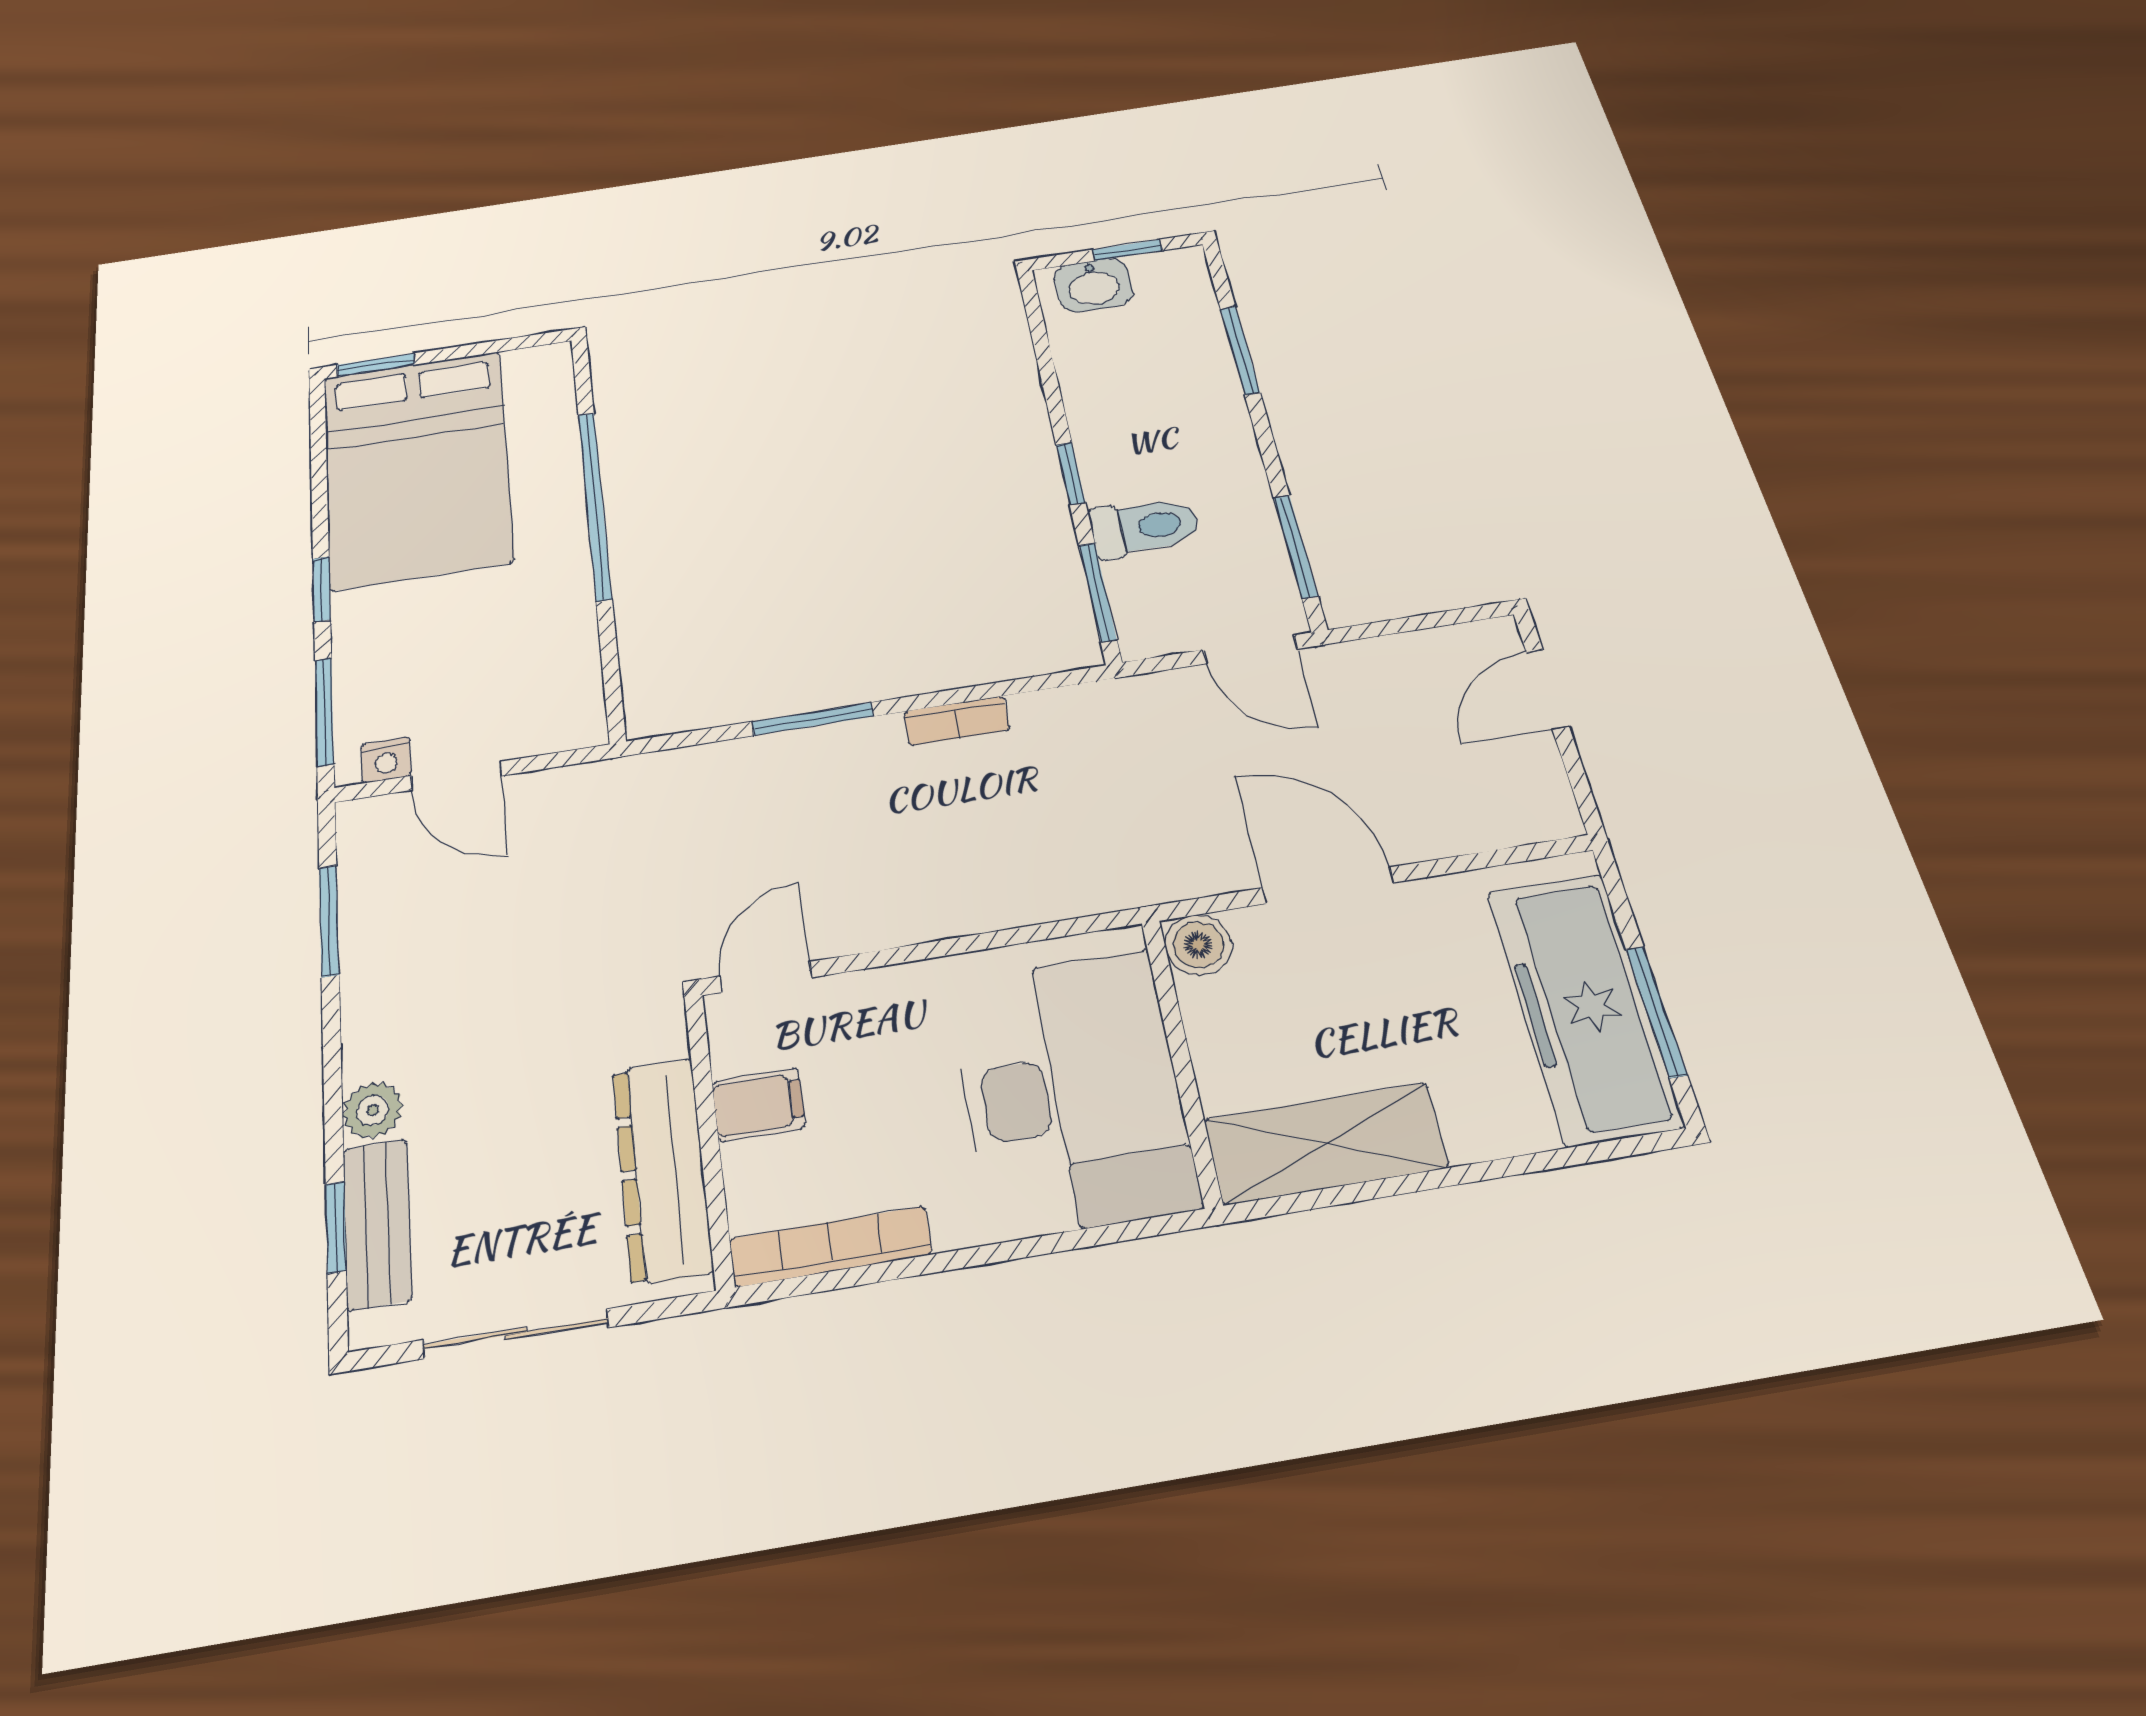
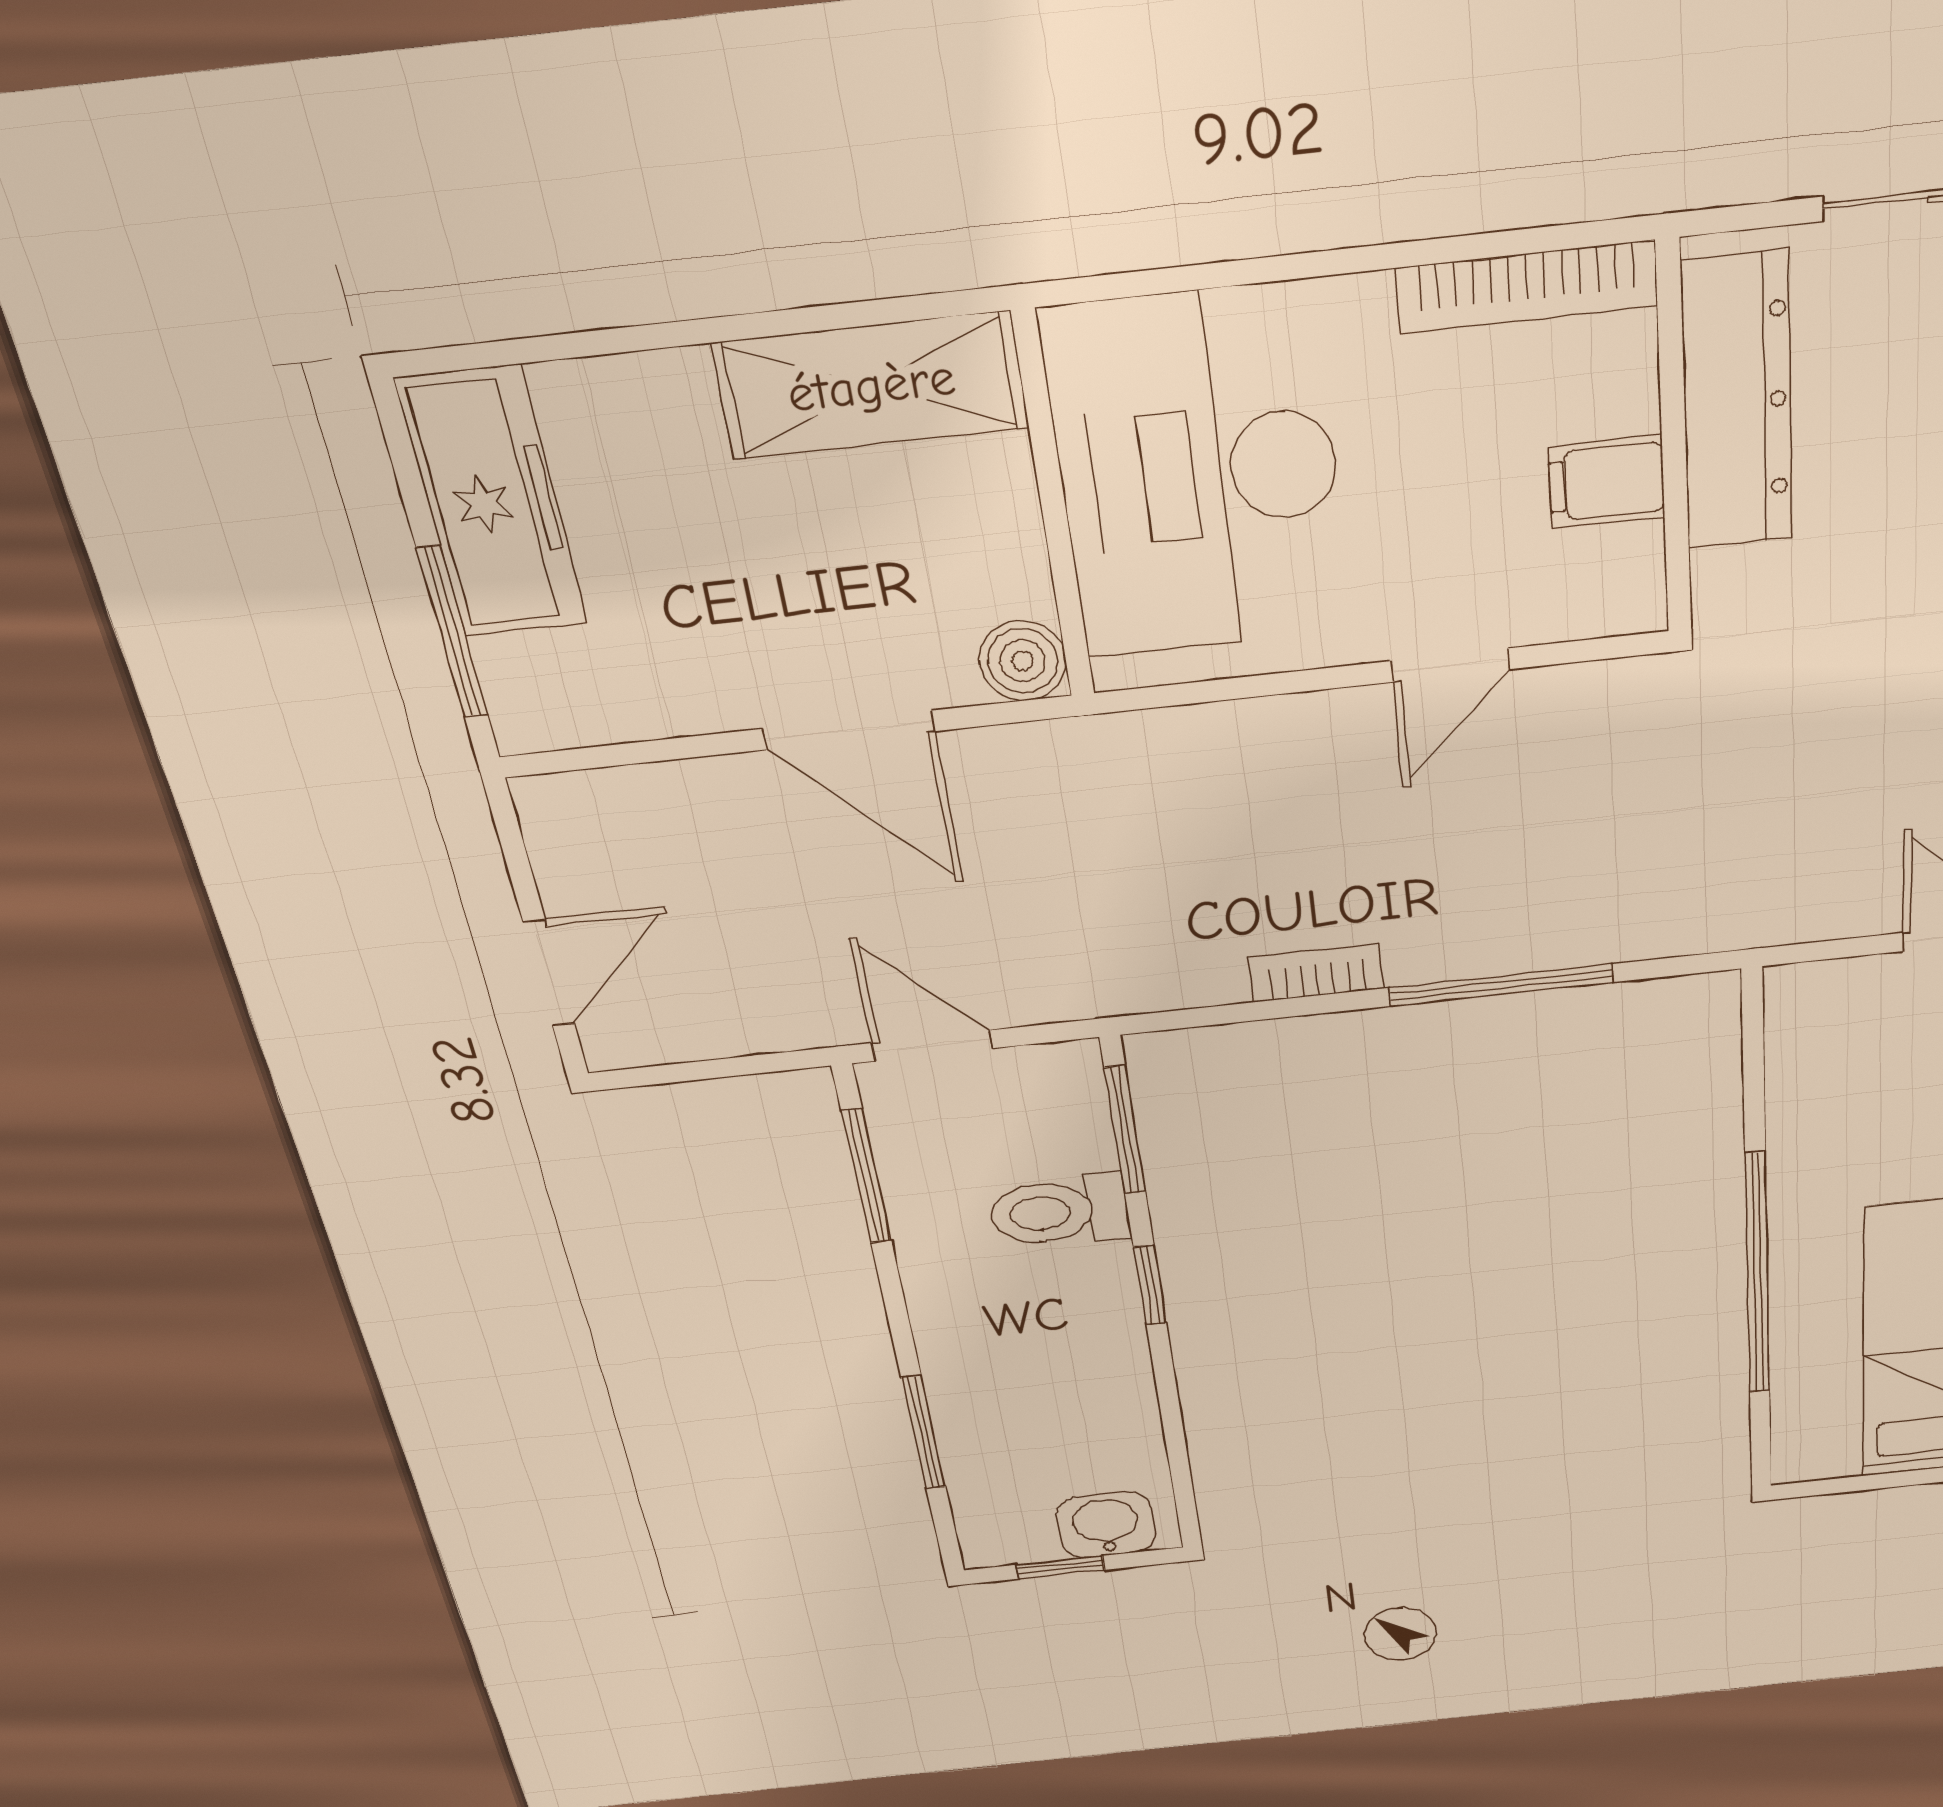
window: (813, 719) -> (1501, 985), width x1.44
door: (766, 977) -> (1450, 665), moved
freezer: (1584, 1007) -> (492, 503), width x0.73, depth x0.79
window: (1656, 1012) -> (452, 632), moved

